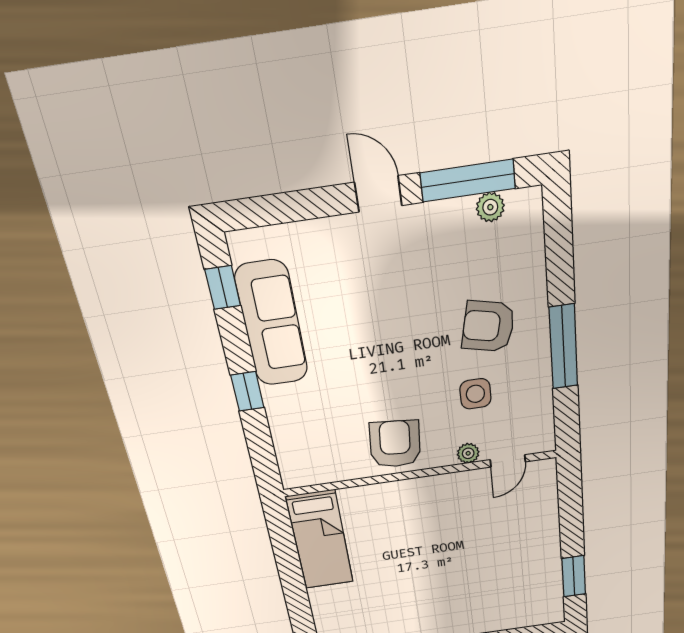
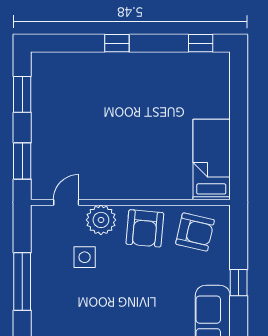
armchair: (488, 326) -> (195, 232), moved
plant: (468, 453) -> (101, 220), width x1.87, depth x1.87
window: (570, 502) -> (22, 161), added

